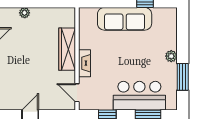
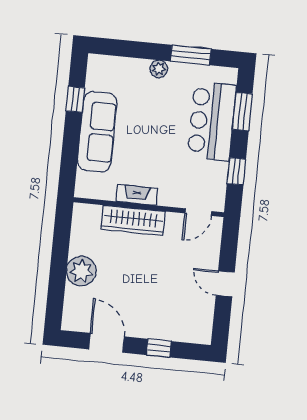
plant: (25, 13) -> (81, 271), width x1.87, depth x1.87
fireplace: (84, 63) -> (137, 195), moved

